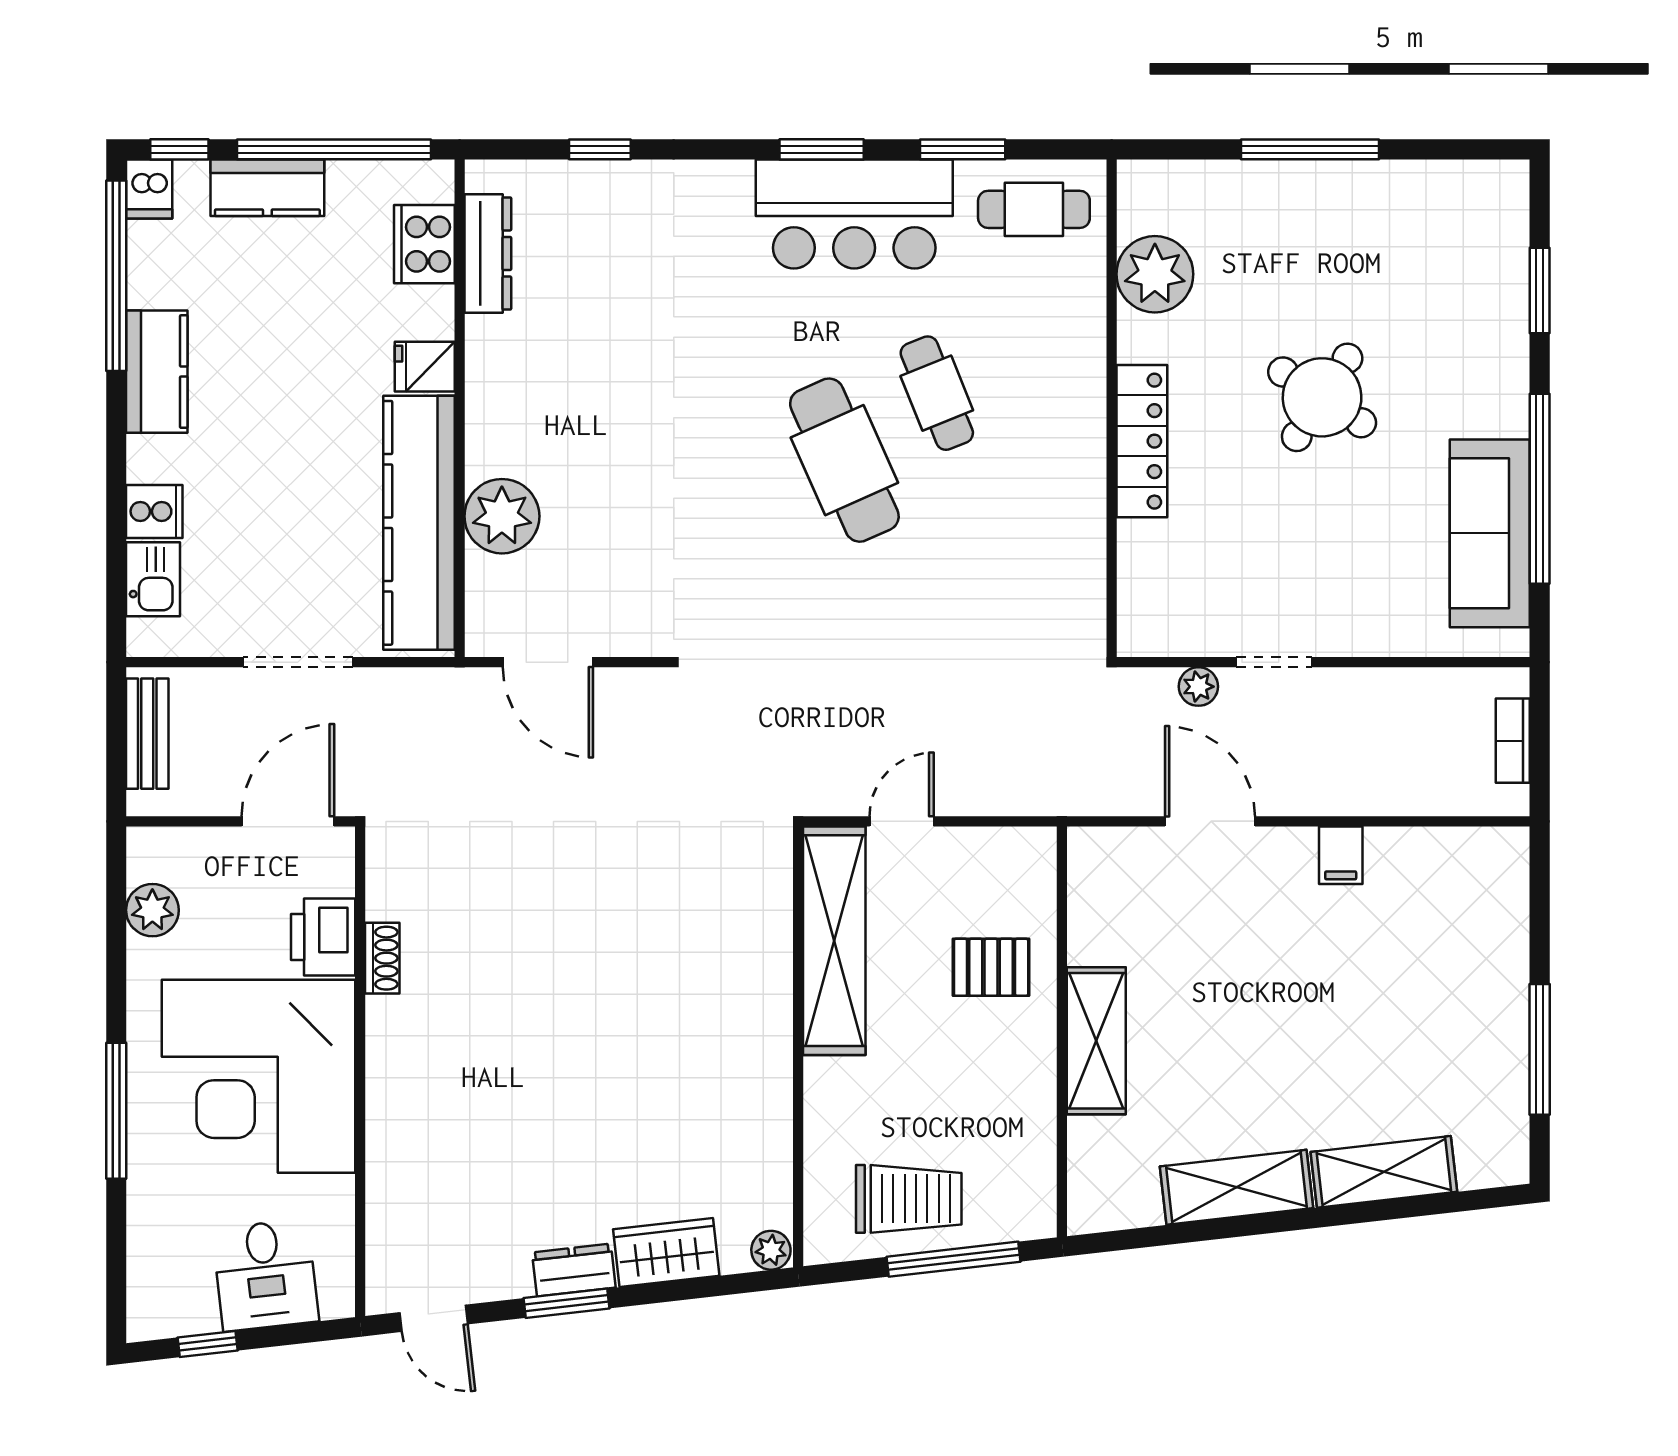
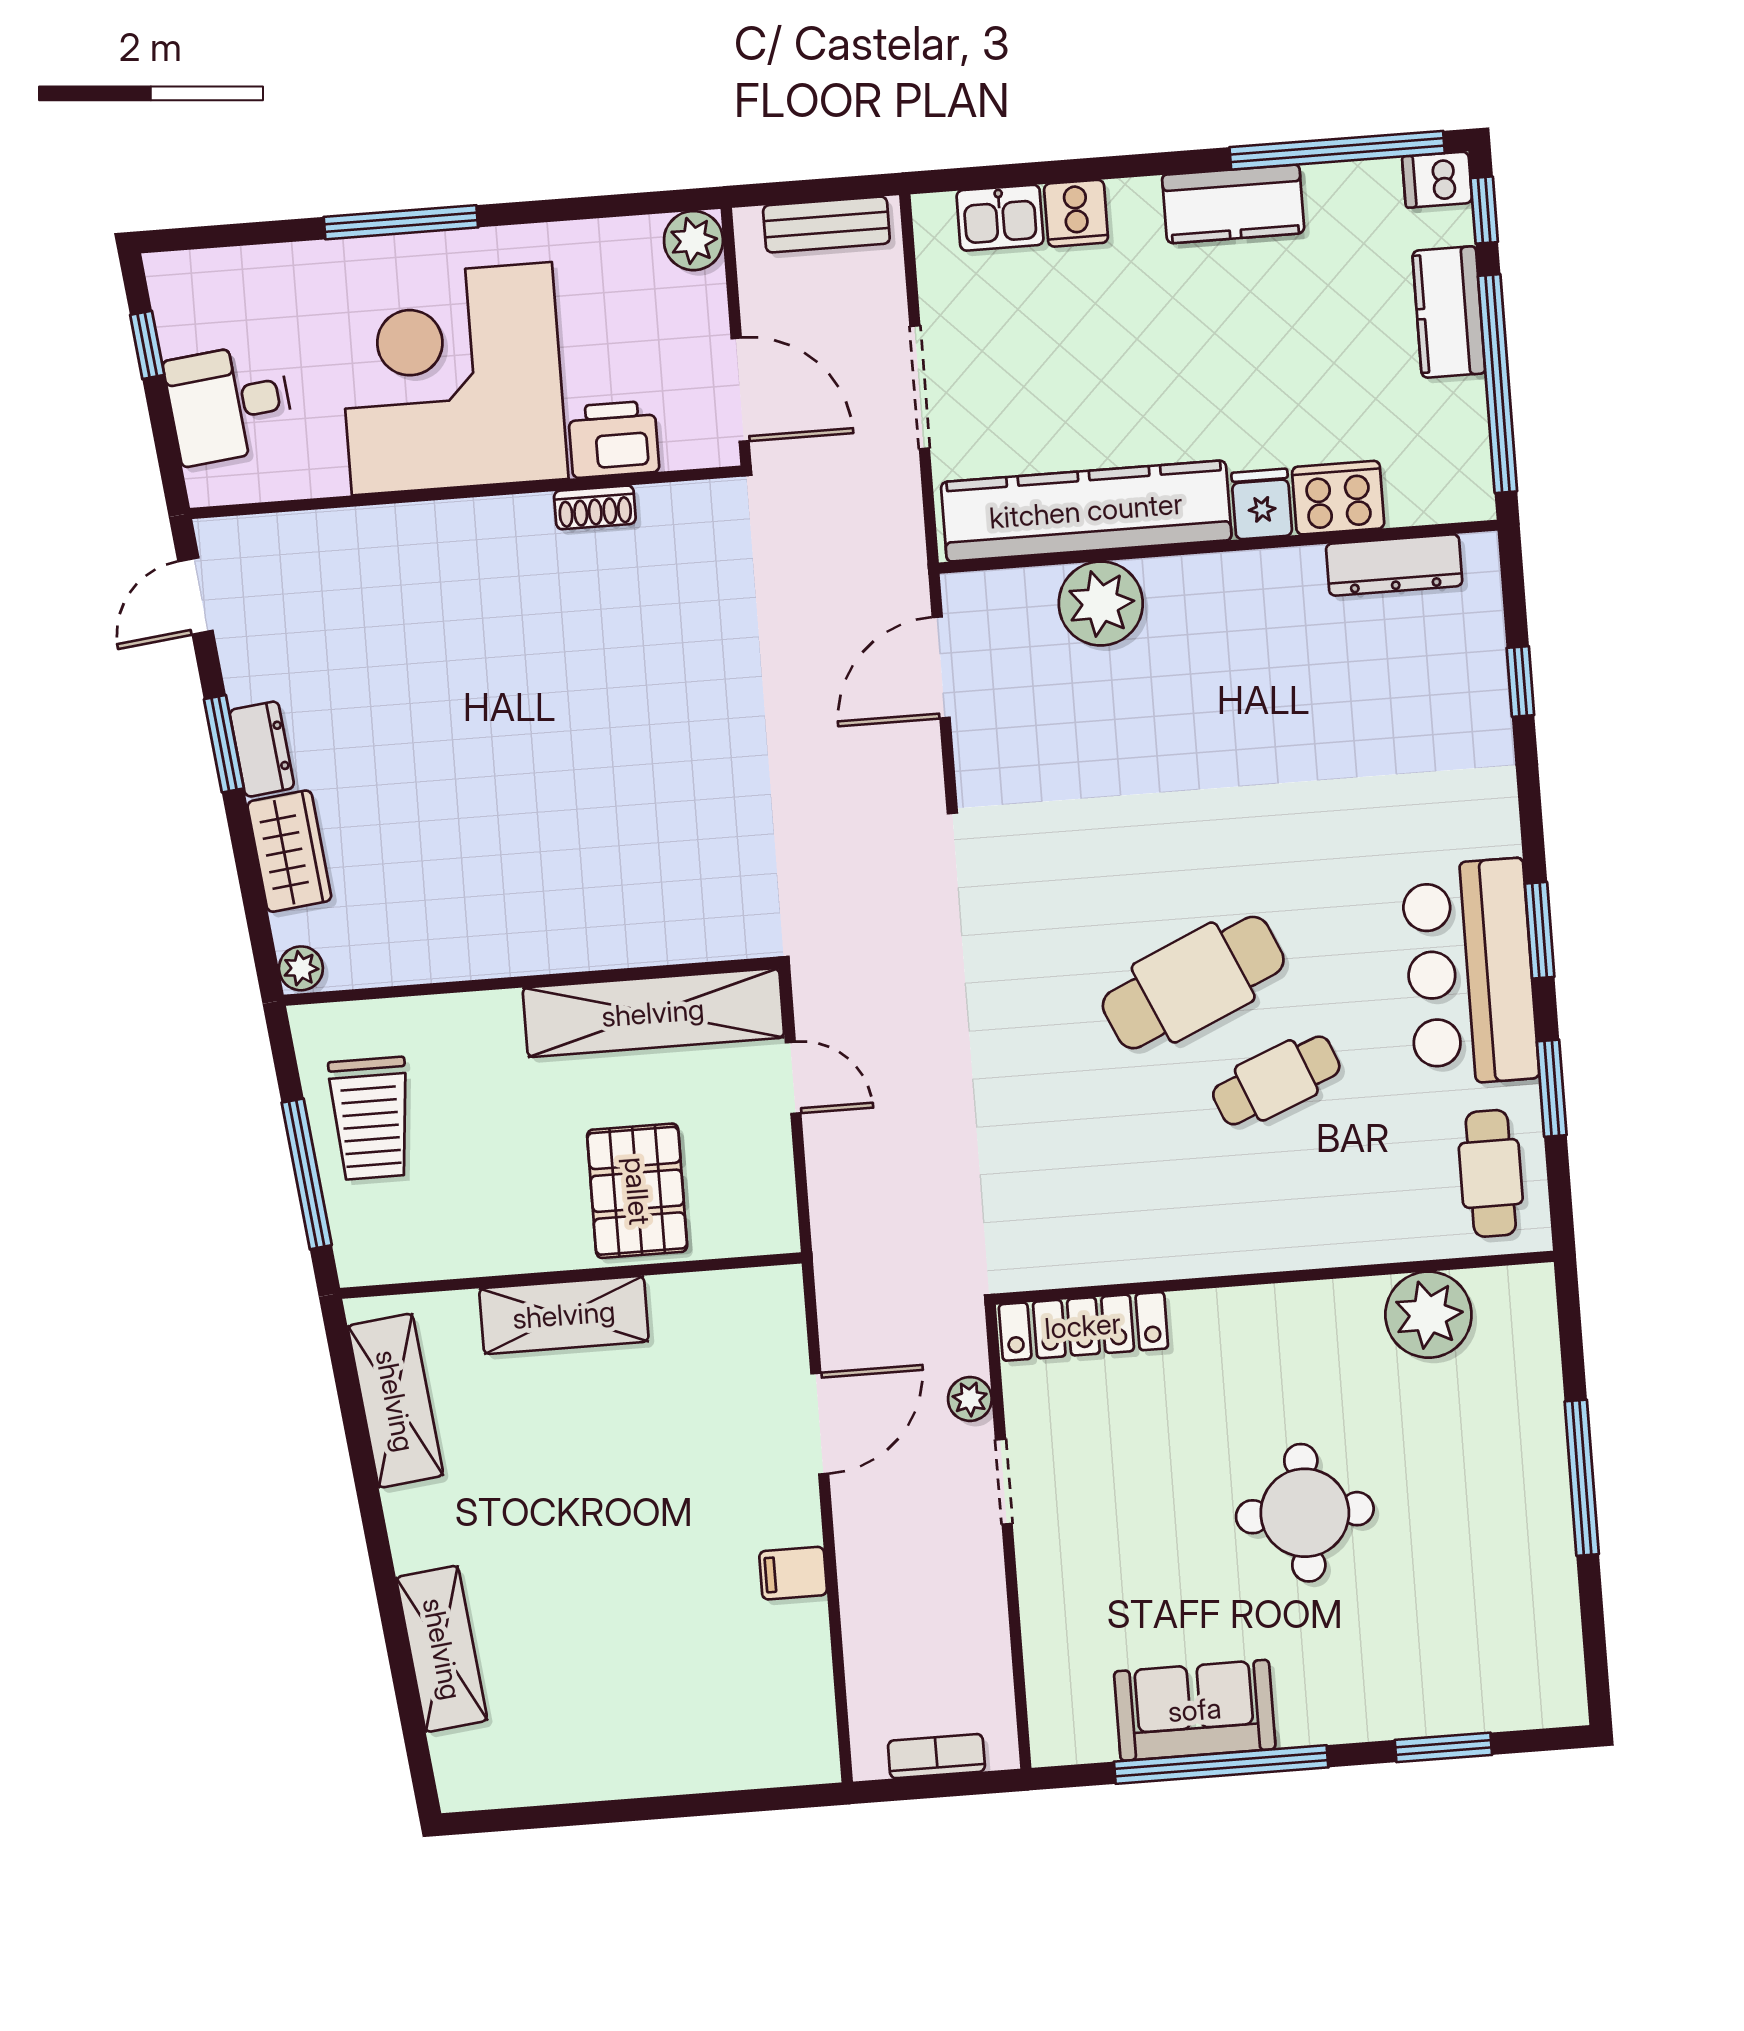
cooker: (424, 244) -> (1338, 498), moved
round table: (1322, 397) -> (1305, 1513), turned -33
locker: (1142, 441) -> (1083, 1326), moved
sofa: (1490, 533) -> (1195, 1710), width x0.73
plant: (152, 910) -> (693, 241), moved
pallet: (991, 967) -> (637, 1191), width x1.50, depth x1.42
window: (1540, 1049) -> (592, 1813), removed
shelving: (1237, 1187) -> (395, 1401), moved

